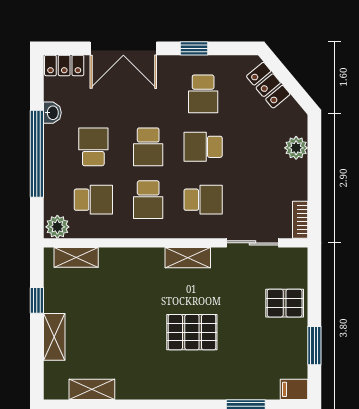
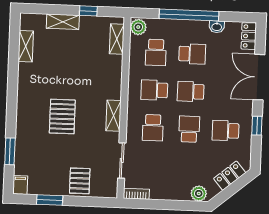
plant: (296, 148) -> (199, 193), moved

